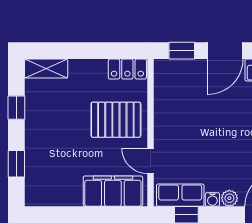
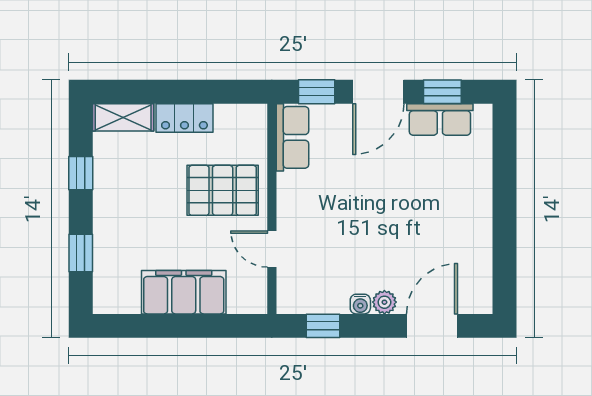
locker: (127, 69) -> (184, 118), moved
filing cabinet: (113, 191) -> (184, 292), moved
row of seats: (180, 195) -> (292, 137), moved, turned 90

